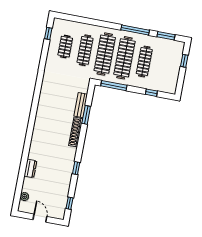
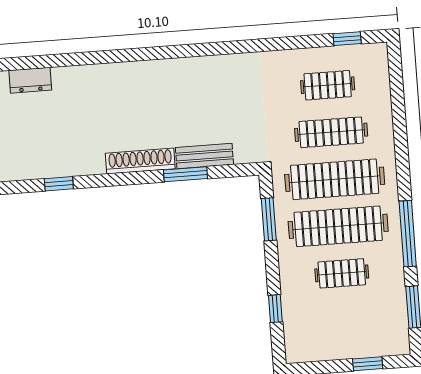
clothes rail: (144, 62) -> (342, 273), width x0.73
window: (114, 86) -> (269, 219), width x0.69

